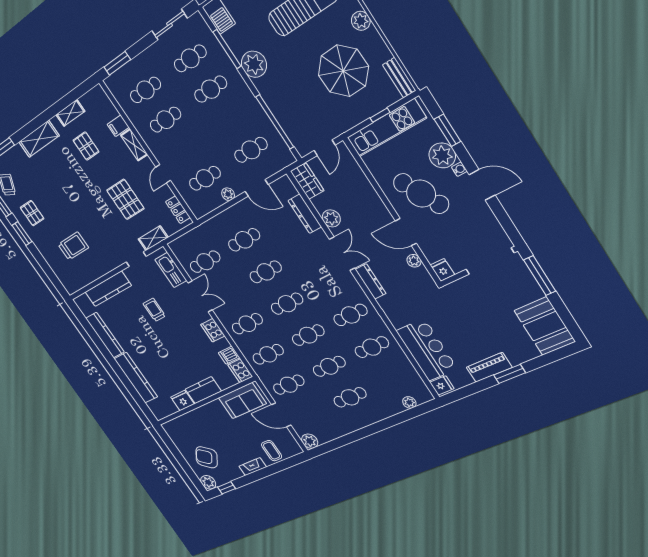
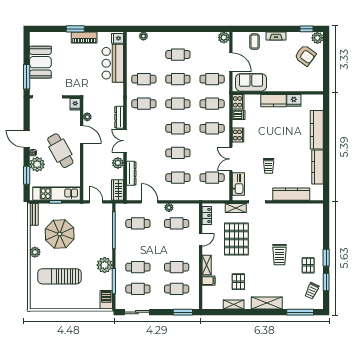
door: (325, 148) -> (96, 202), hinge flipped
pallet: (125, 199) -> (236, 239), width x1.37, depth x1.41
trolley: (73, 246) -> (279, 255), moved, turned -90
booth: (545, 326) -> (40, 62), moved

